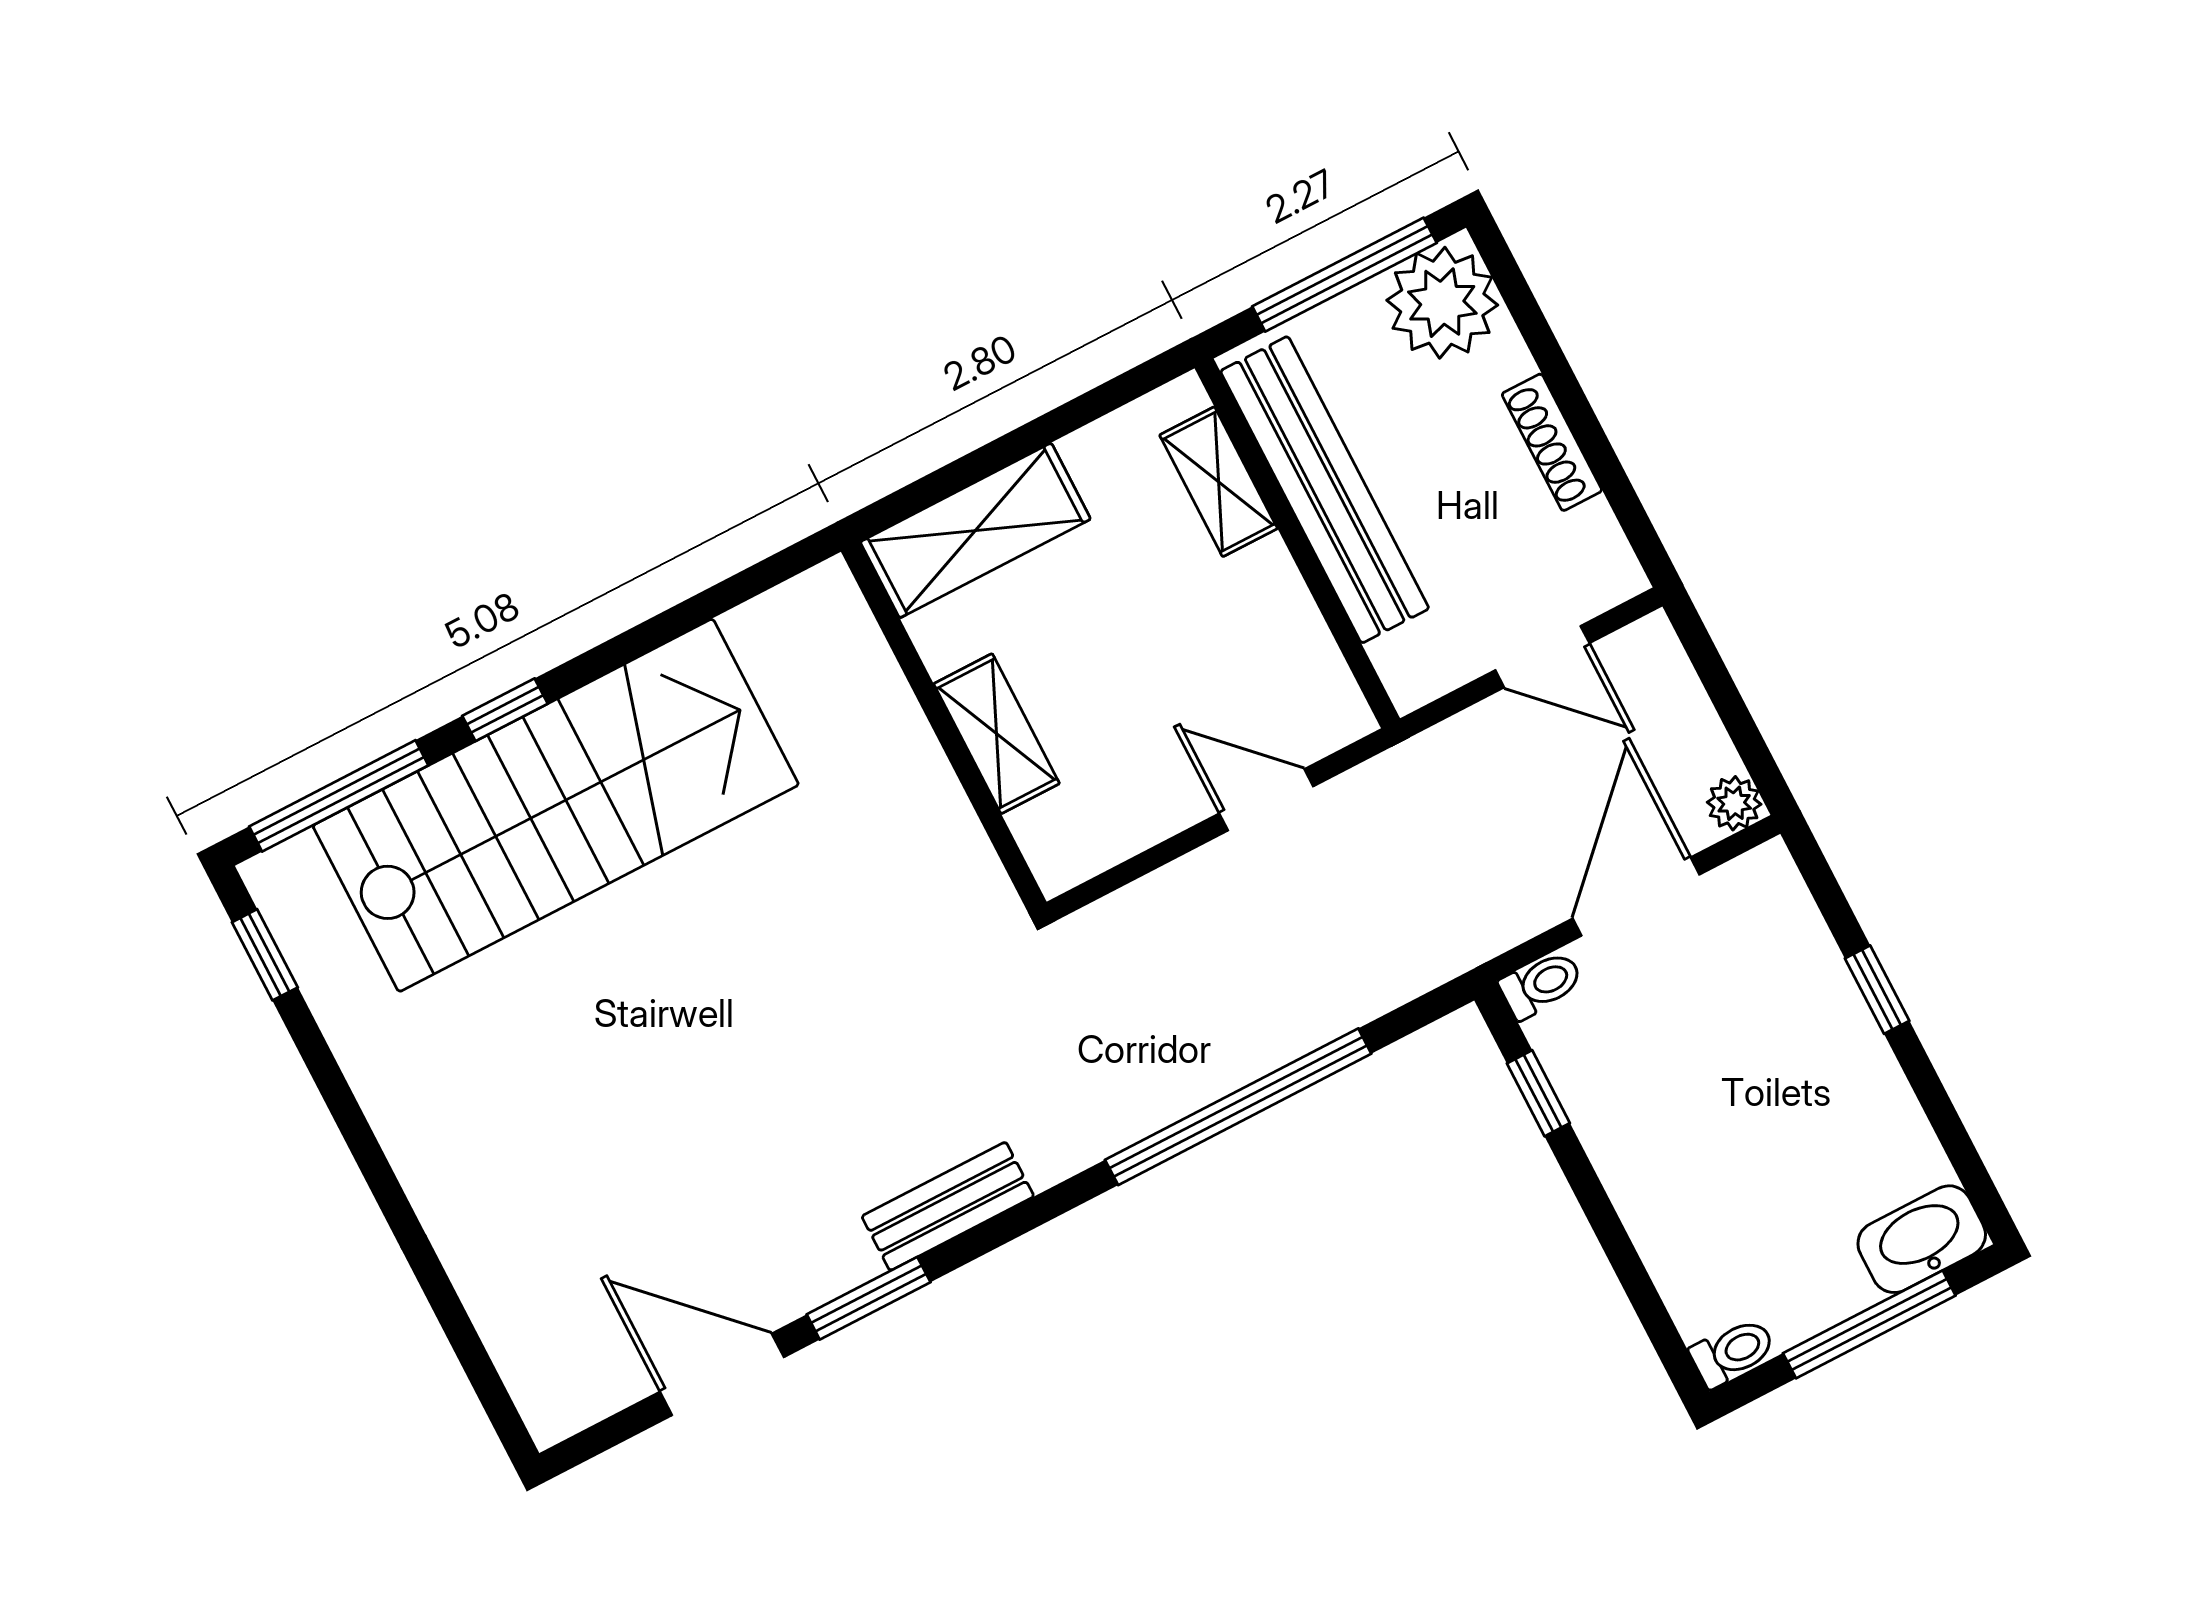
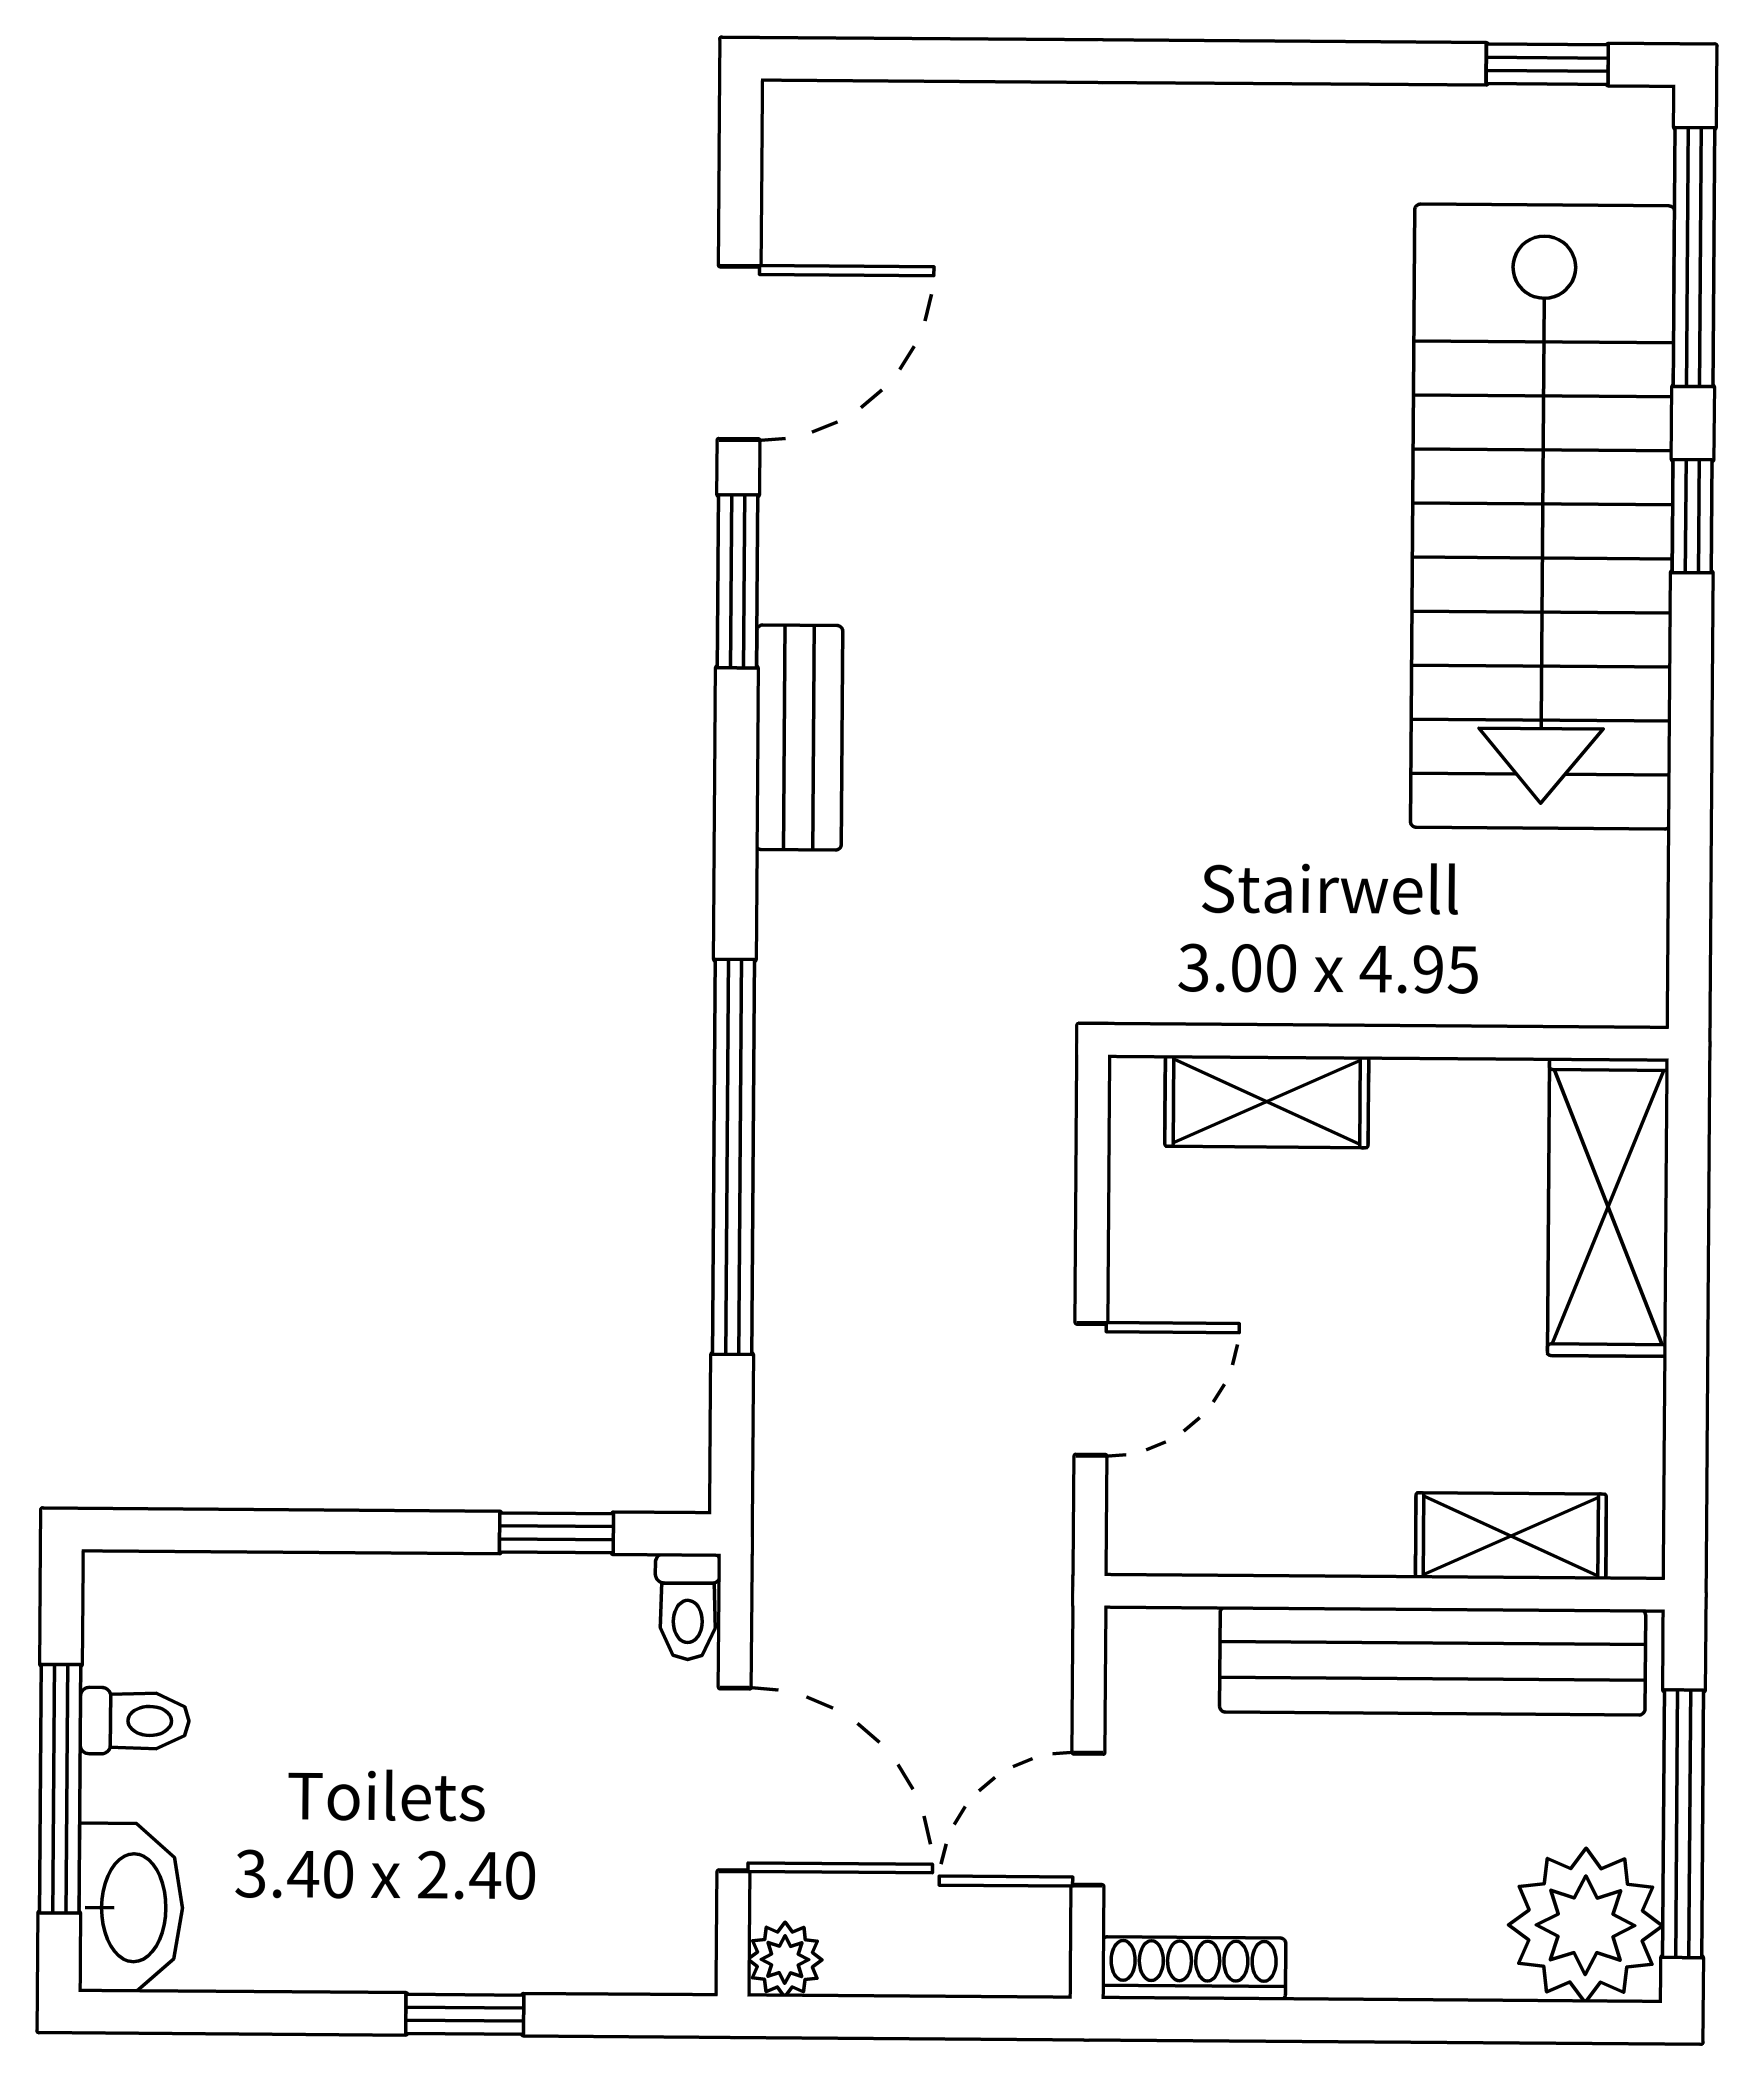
shoe rack: (1552, 442) -> (1194, 1968), moved
shelving: (997, 734) -> (1267, 1101), moved
toilet: (1733, 1352) -> (135, 1721), moved, turned -90

